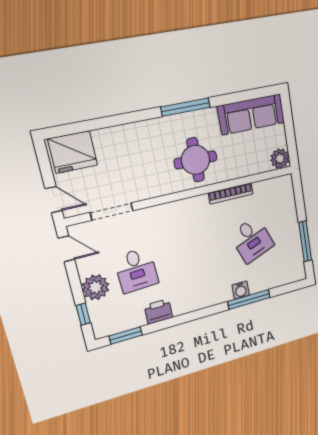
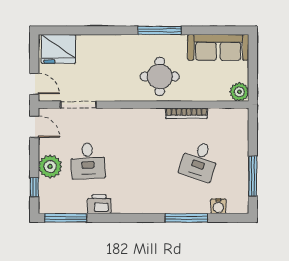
desk: (252, 240) -> (199, 161), turned 39
water cooler: (241, 290) -> (218, 206), moved
window: (126, 335) -> (66, 218), width x1.44

